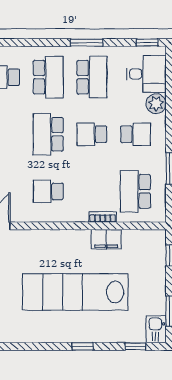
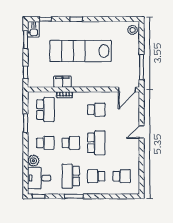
school desk: (48, 77) -> (96, 176), width x0.54
school desk: (135, 134) -> (45, 143), turned 180
lab bench: (75, 292) -> (81, 51), turned 180

